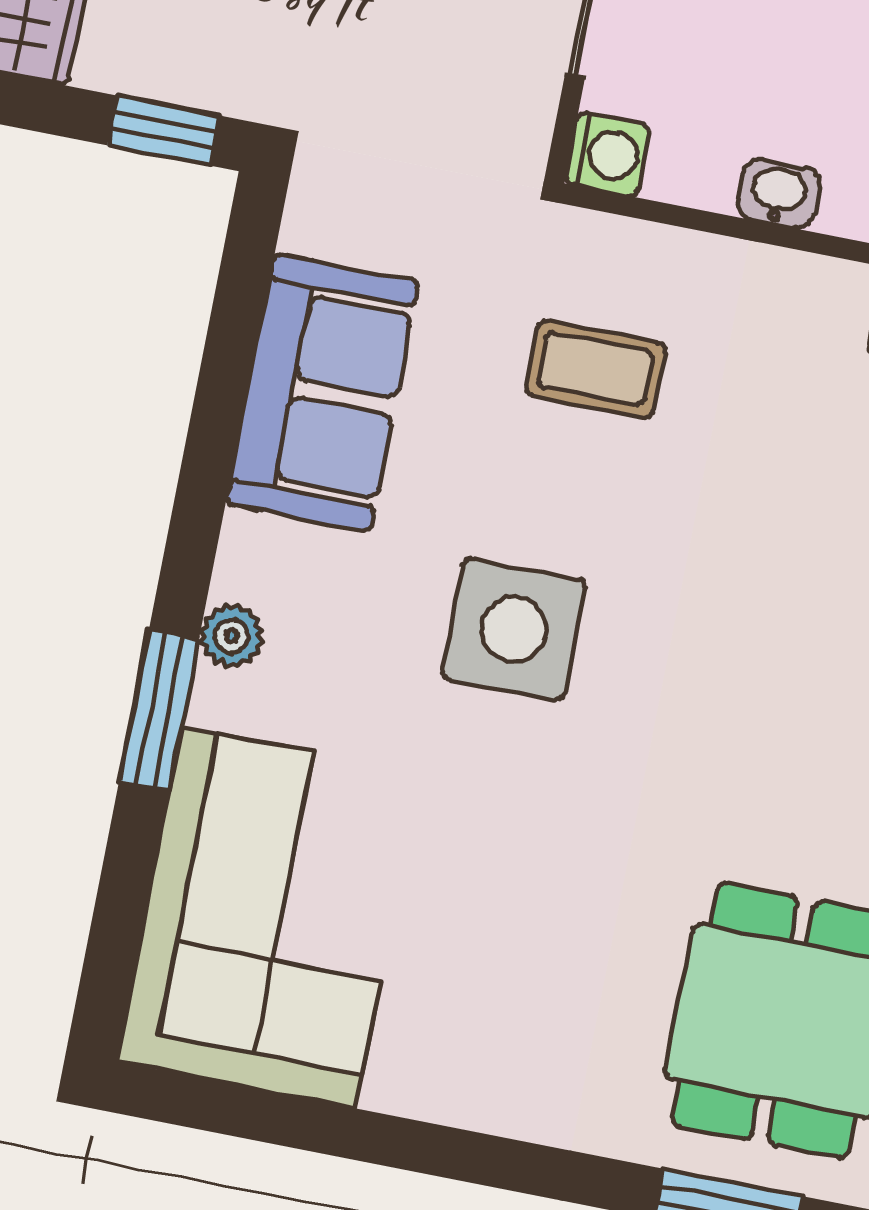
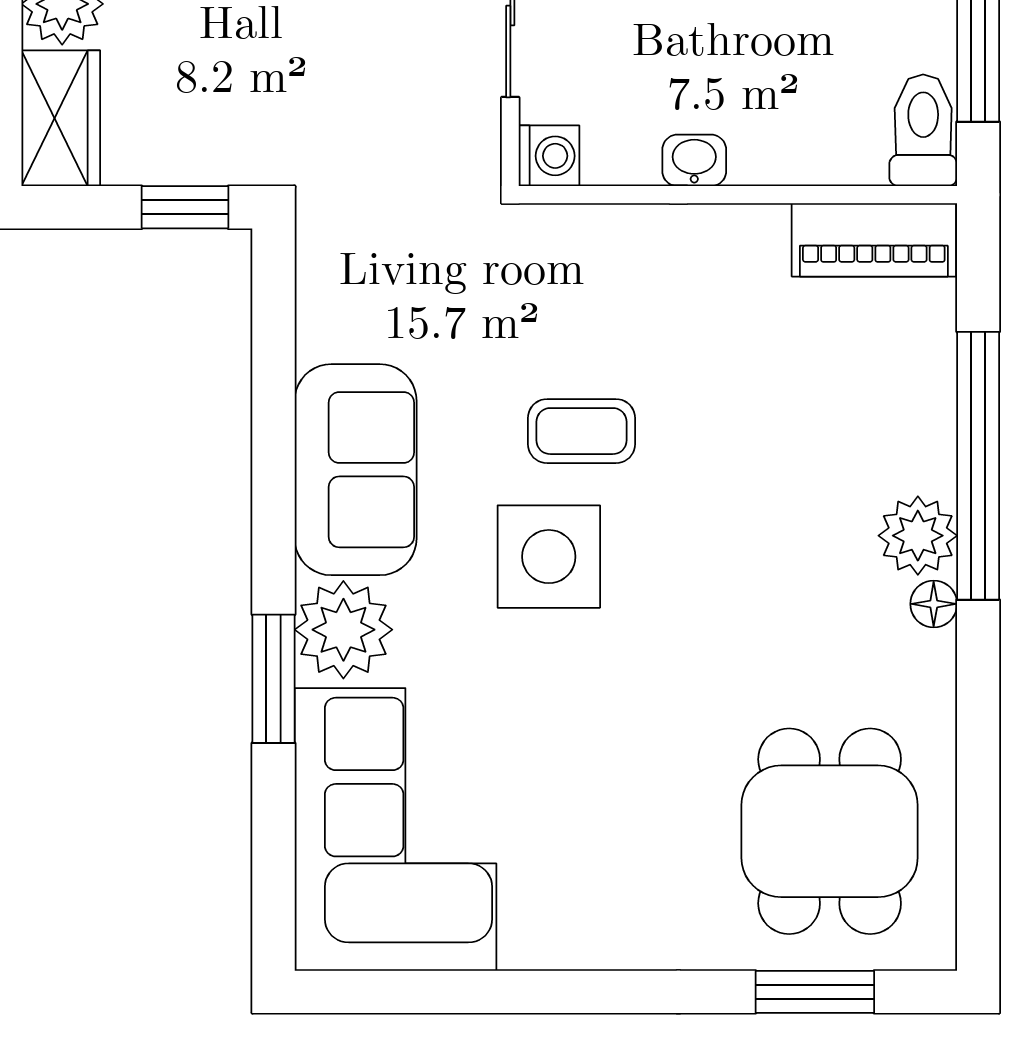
coffee table: (596, 369) -> (582, 431), moved
sofa: (322, 393) -> (356, 470), moved
plant: (232, 636) -> (343, 630), width x1.88, depth x1.88

